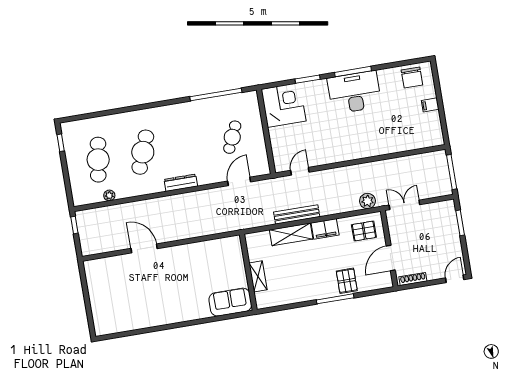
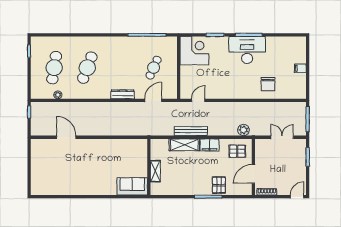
chair: (412, 77) -> (268, 84), moved
dresser: (181, 183) -> (123, 94), moved
double door: (404, 205) -> (282, 137), moved
door: (144, 248) -> (66, 137), moved

